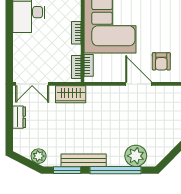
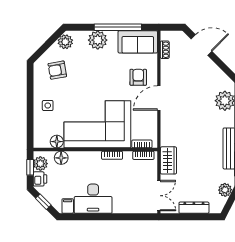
armchair: (161, 61) -> (138, 77), turned -90
dresser: (19, 117) -> (194, 208), width x1.44

